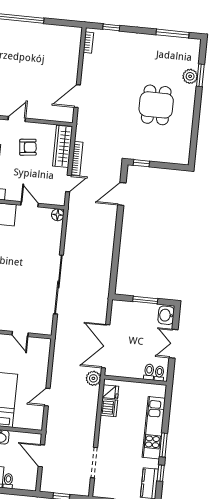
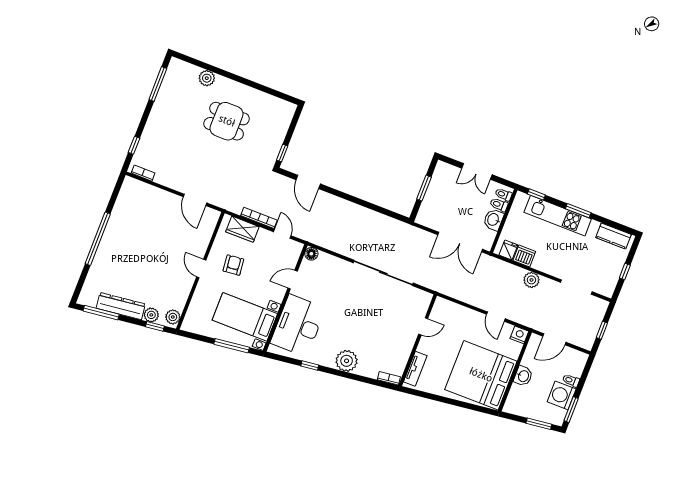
window: (200, 75) -> (209, 67), removed
wardrobe: (63, 146) -> (242, 229), width x0.67
washbasin: (166, 315) -> (493, 220), moved, turned 90
plant: (93, 378) -> (531, 280), moved
nightstand: (37, 423) -> (519, 335), added
window: (161, 473) -> (536, 194), moved

